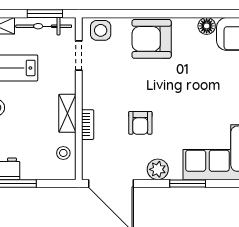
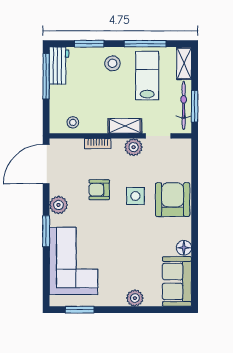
side table: (101, 30) -> (135, 196), moved
plant: (92, 84) -> (134, 147), added
shelving: (67, 113) -> (125, 126), moved

